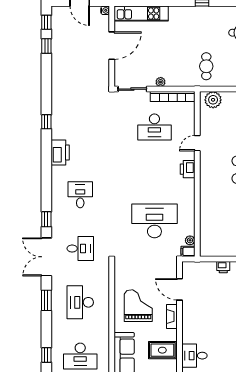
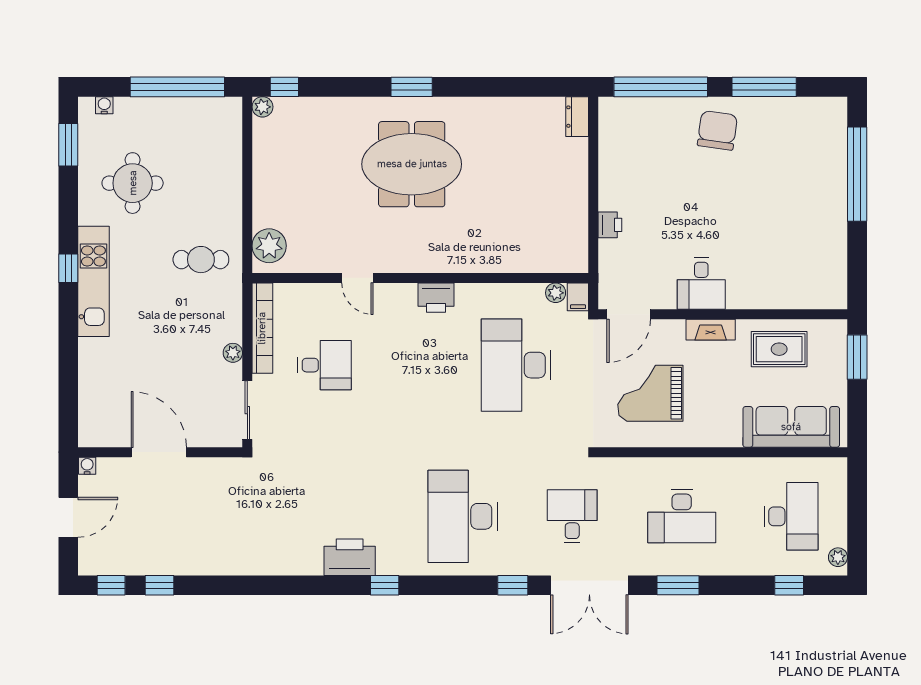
kitchen unit: (141, 14) -> (93, 281), moved
window: (46, 122) -> (385, 585), moved
desk: (154, 127) -> (325, 365), width x0.73
printer: (60, 152) -> (350, 557), moved
printer: (188, 169) -> (436, 298), moved
desk: (80, 195) -> (463, 516), width x1.87, depth x1.30
door: (179, 289) -> (629, 314), moved
grand piano: (138, 306) -> (650, 393), moved
rug: (162, 350) -> (779, 349), turned 90
desk: (194, 356) -> (701, 284), moved

